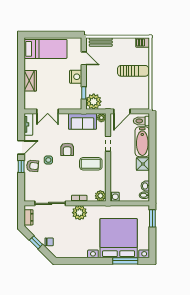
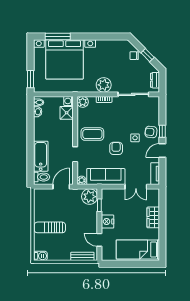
double door: (48, 111) -> (136, 187), swing flipped
sofa: (82, 121) -> (106, 177), width x1.36
shower: (143, 164) -> (67, 113), moved

